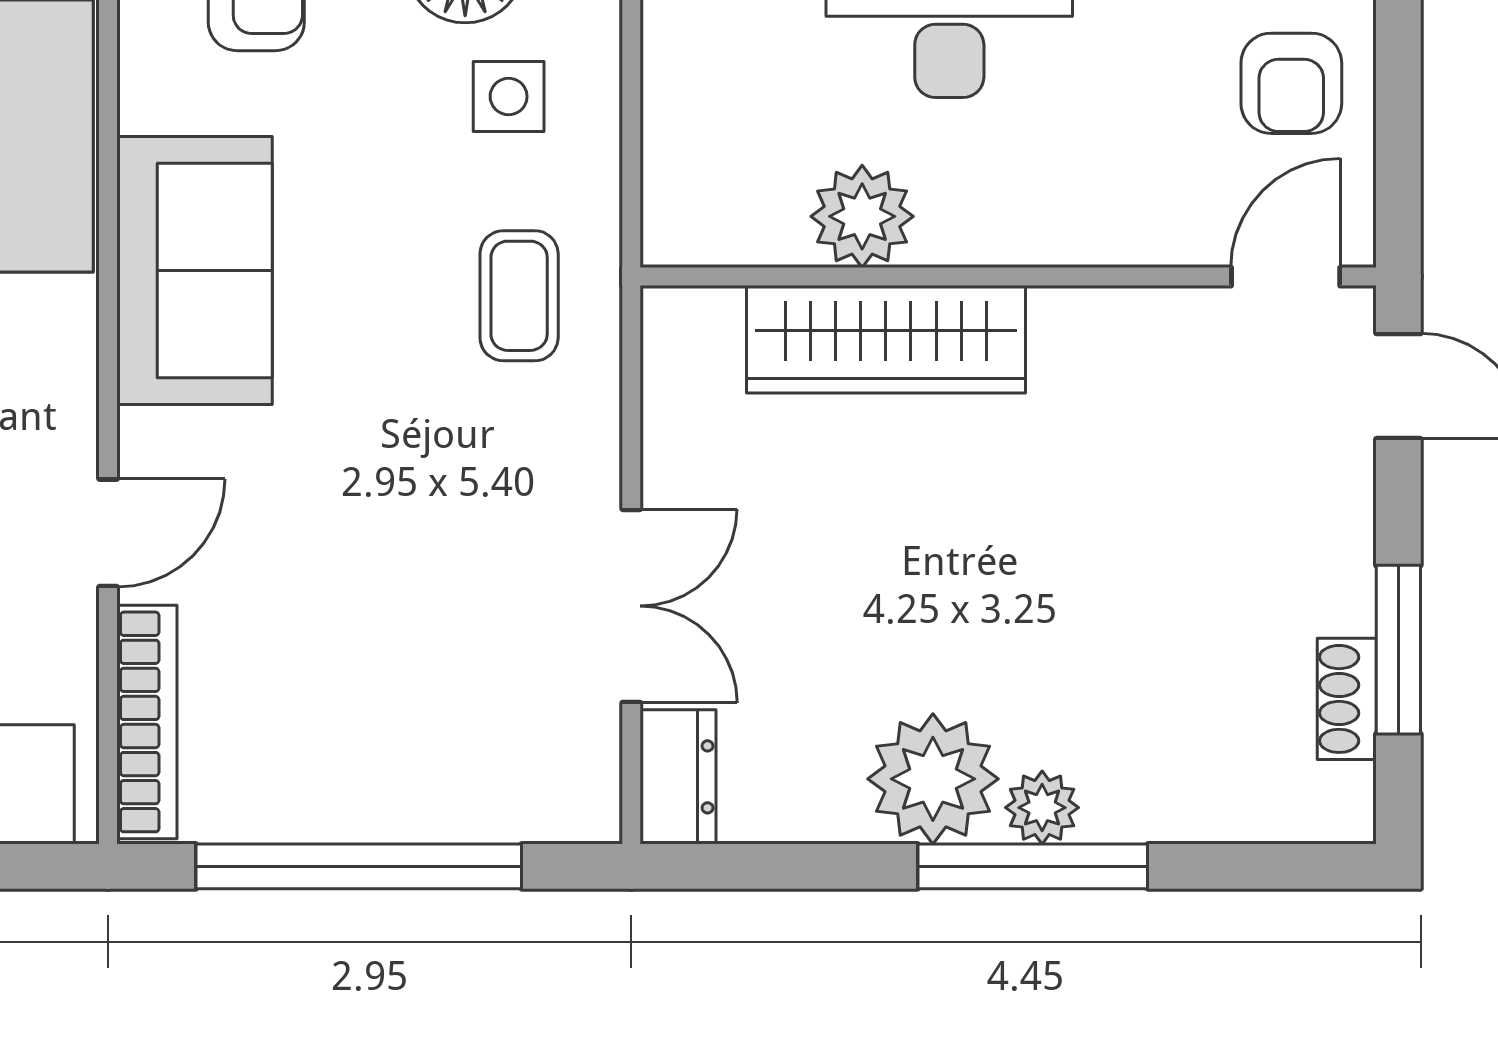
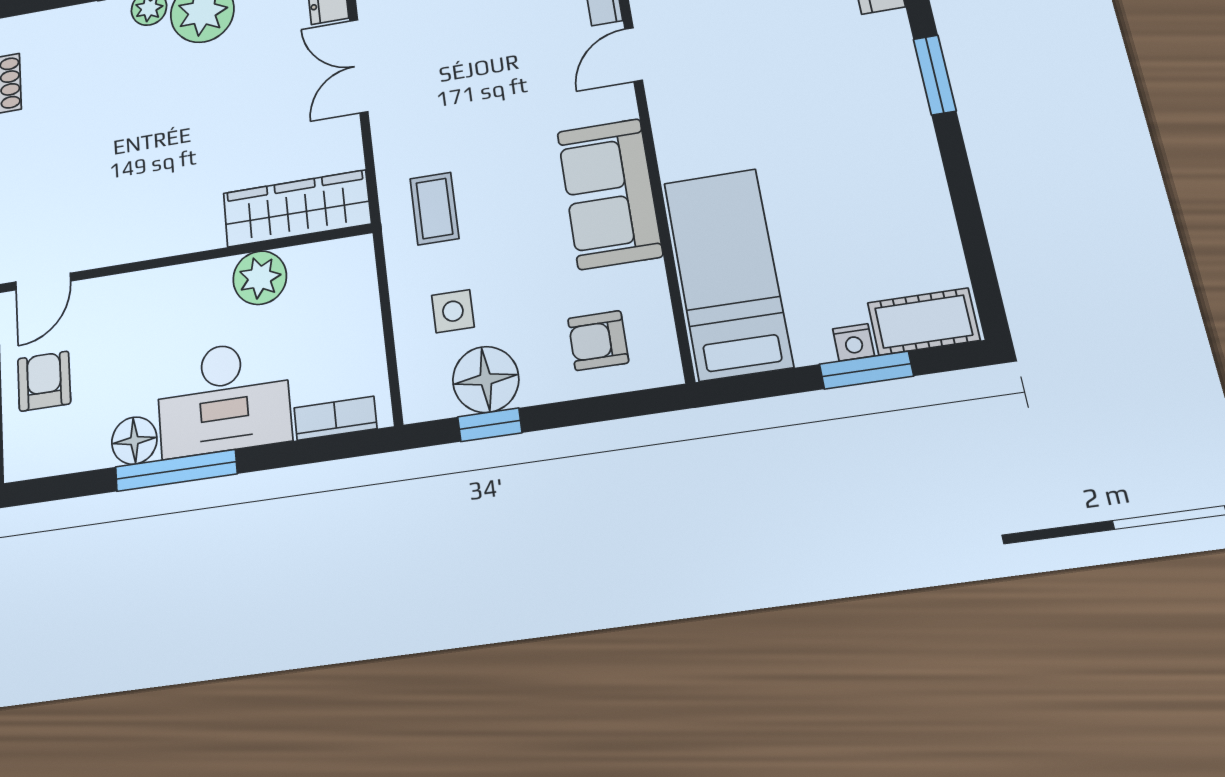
wardrobe: (886, 339) -> (297, 209), moved

